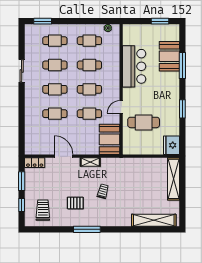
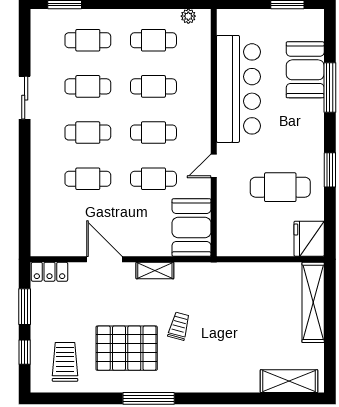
bar counter: (134, 66) -> (238, 89), width x1.36
cafe table: (144, 122) -> (280, 187), moved
pallet: (75, 203) -> (127, 348), width x2.05, depth x2.00
shelving: (154, 220) -> (289, 381), width x0.68

